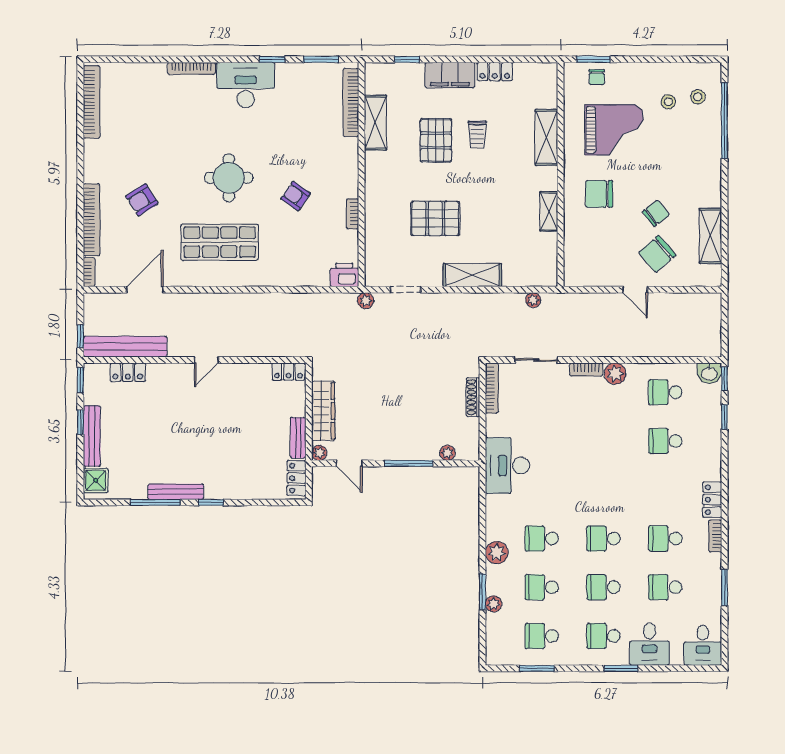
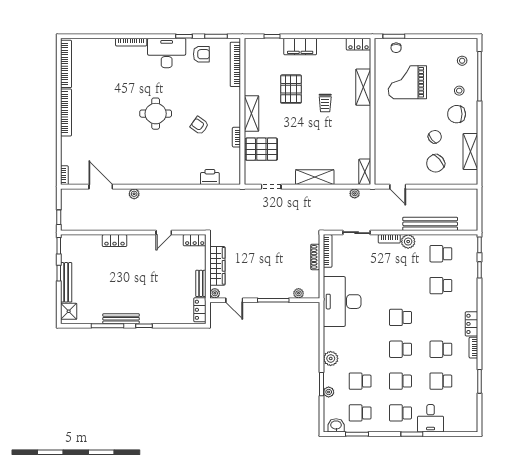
locker: (495, 72) -> (358, 44), moved
stool: (668, 102) -> (459, 91), moved
shelving: (375, 123) -> (251, 113), moved
grand piano: (614, 130) -> (407, 82), turned 180
trolley: (477, 134) -> (325, 103), moved
chair: (599, 194) -> (457, 114), moved
armchair: (142, 200) -> (201, 54), moved, turned -148
shelving: (549, 211) -> (365, 172), moved
pallet: (435, 218) -> (261, 149), moved
bookcase: (92, 220) -> (66, 112), moved
shop shelf: (220, 242) -> (150, 156), removed
printer: (344, 275) -> (210, 177), moved
door: (145, 290) -> (101, 187), hinge flipped
door: (635, 290) -> (398, 187), moved
plant: (366, 301) -> (134, 194), moved
bench: (125, 347) -> (430, 224), moved
door: (206, 360) -> (164, 233), moved
locker: (128, 372) -> (115, 241), moved
washbasin: (709, 373) -> (336, 425), moved, turned 180
desk: (507, 465) -> (342, 302), width x1.36, depth x1.30
school desk: (542, 539) -> (400, 317), moved
desk: (703, 645) -> (465, 419), removed

